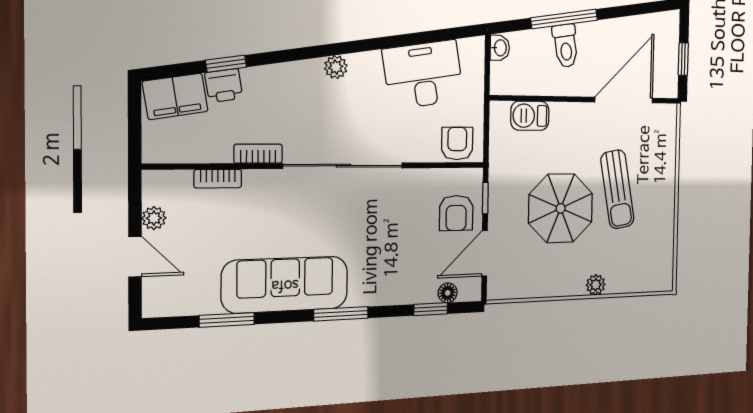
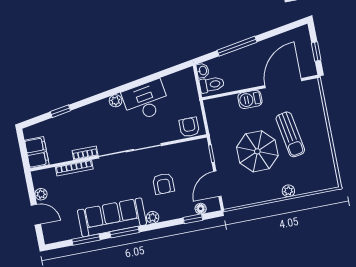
toilet: (566, 46) -> (212, 85), moved, turned -81
desk: (423, 75) -> (146, 101), moved
printer: (224, 86) -> (61, 122), removed
filing cabinet: (175, 96) -> (37, 152), moved, turned -81
barbecue: (530, 116) -> (250, 99), moved
bookcase: (218, 179) -> (74, 168), width x1.56
armchair: (456, 213) -> (163, 184), moved
plant: (360, 296) -> (153, 217), added
window: (341, 314) -> (124, 232), moved

